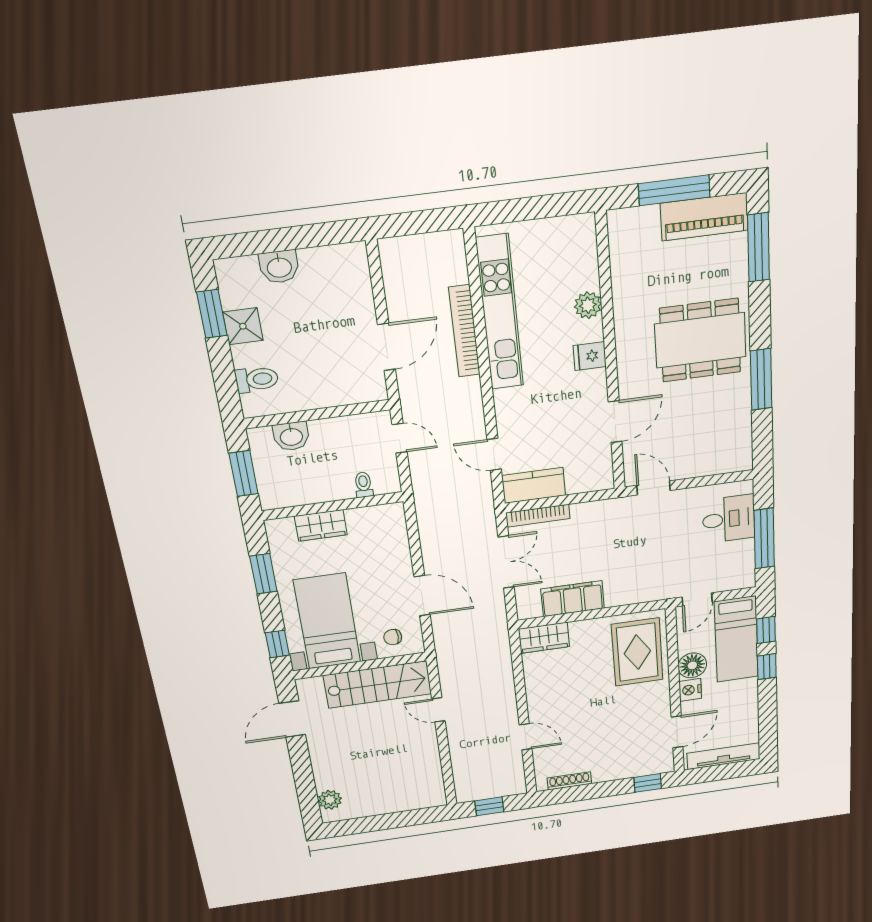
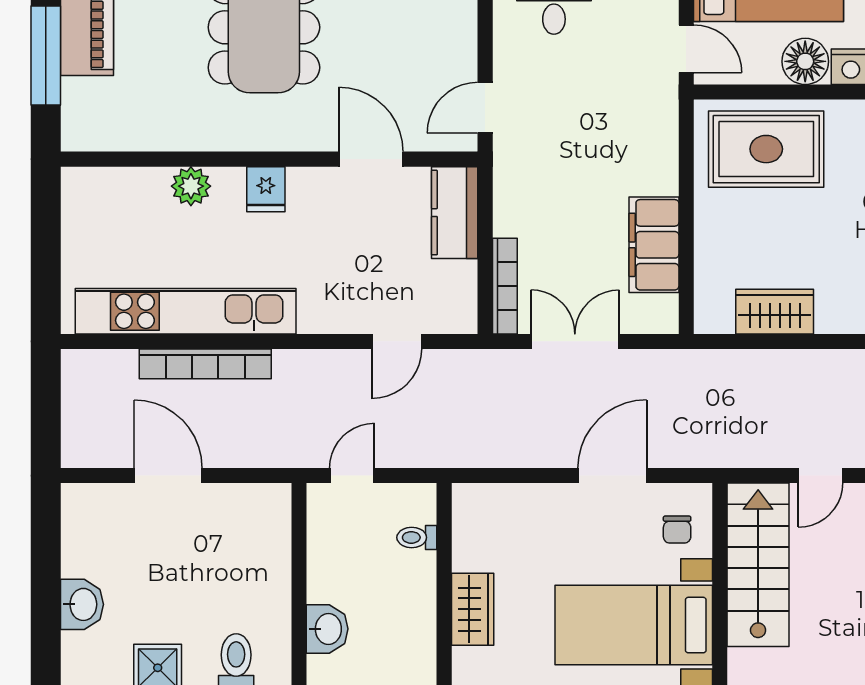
door: (386, 347) -> (168, 476), moved
kitchen counter: (534, 485) -> (455, 213), moved
wardrobe: (544, 638) -> (775, 312), moved, turned -90

